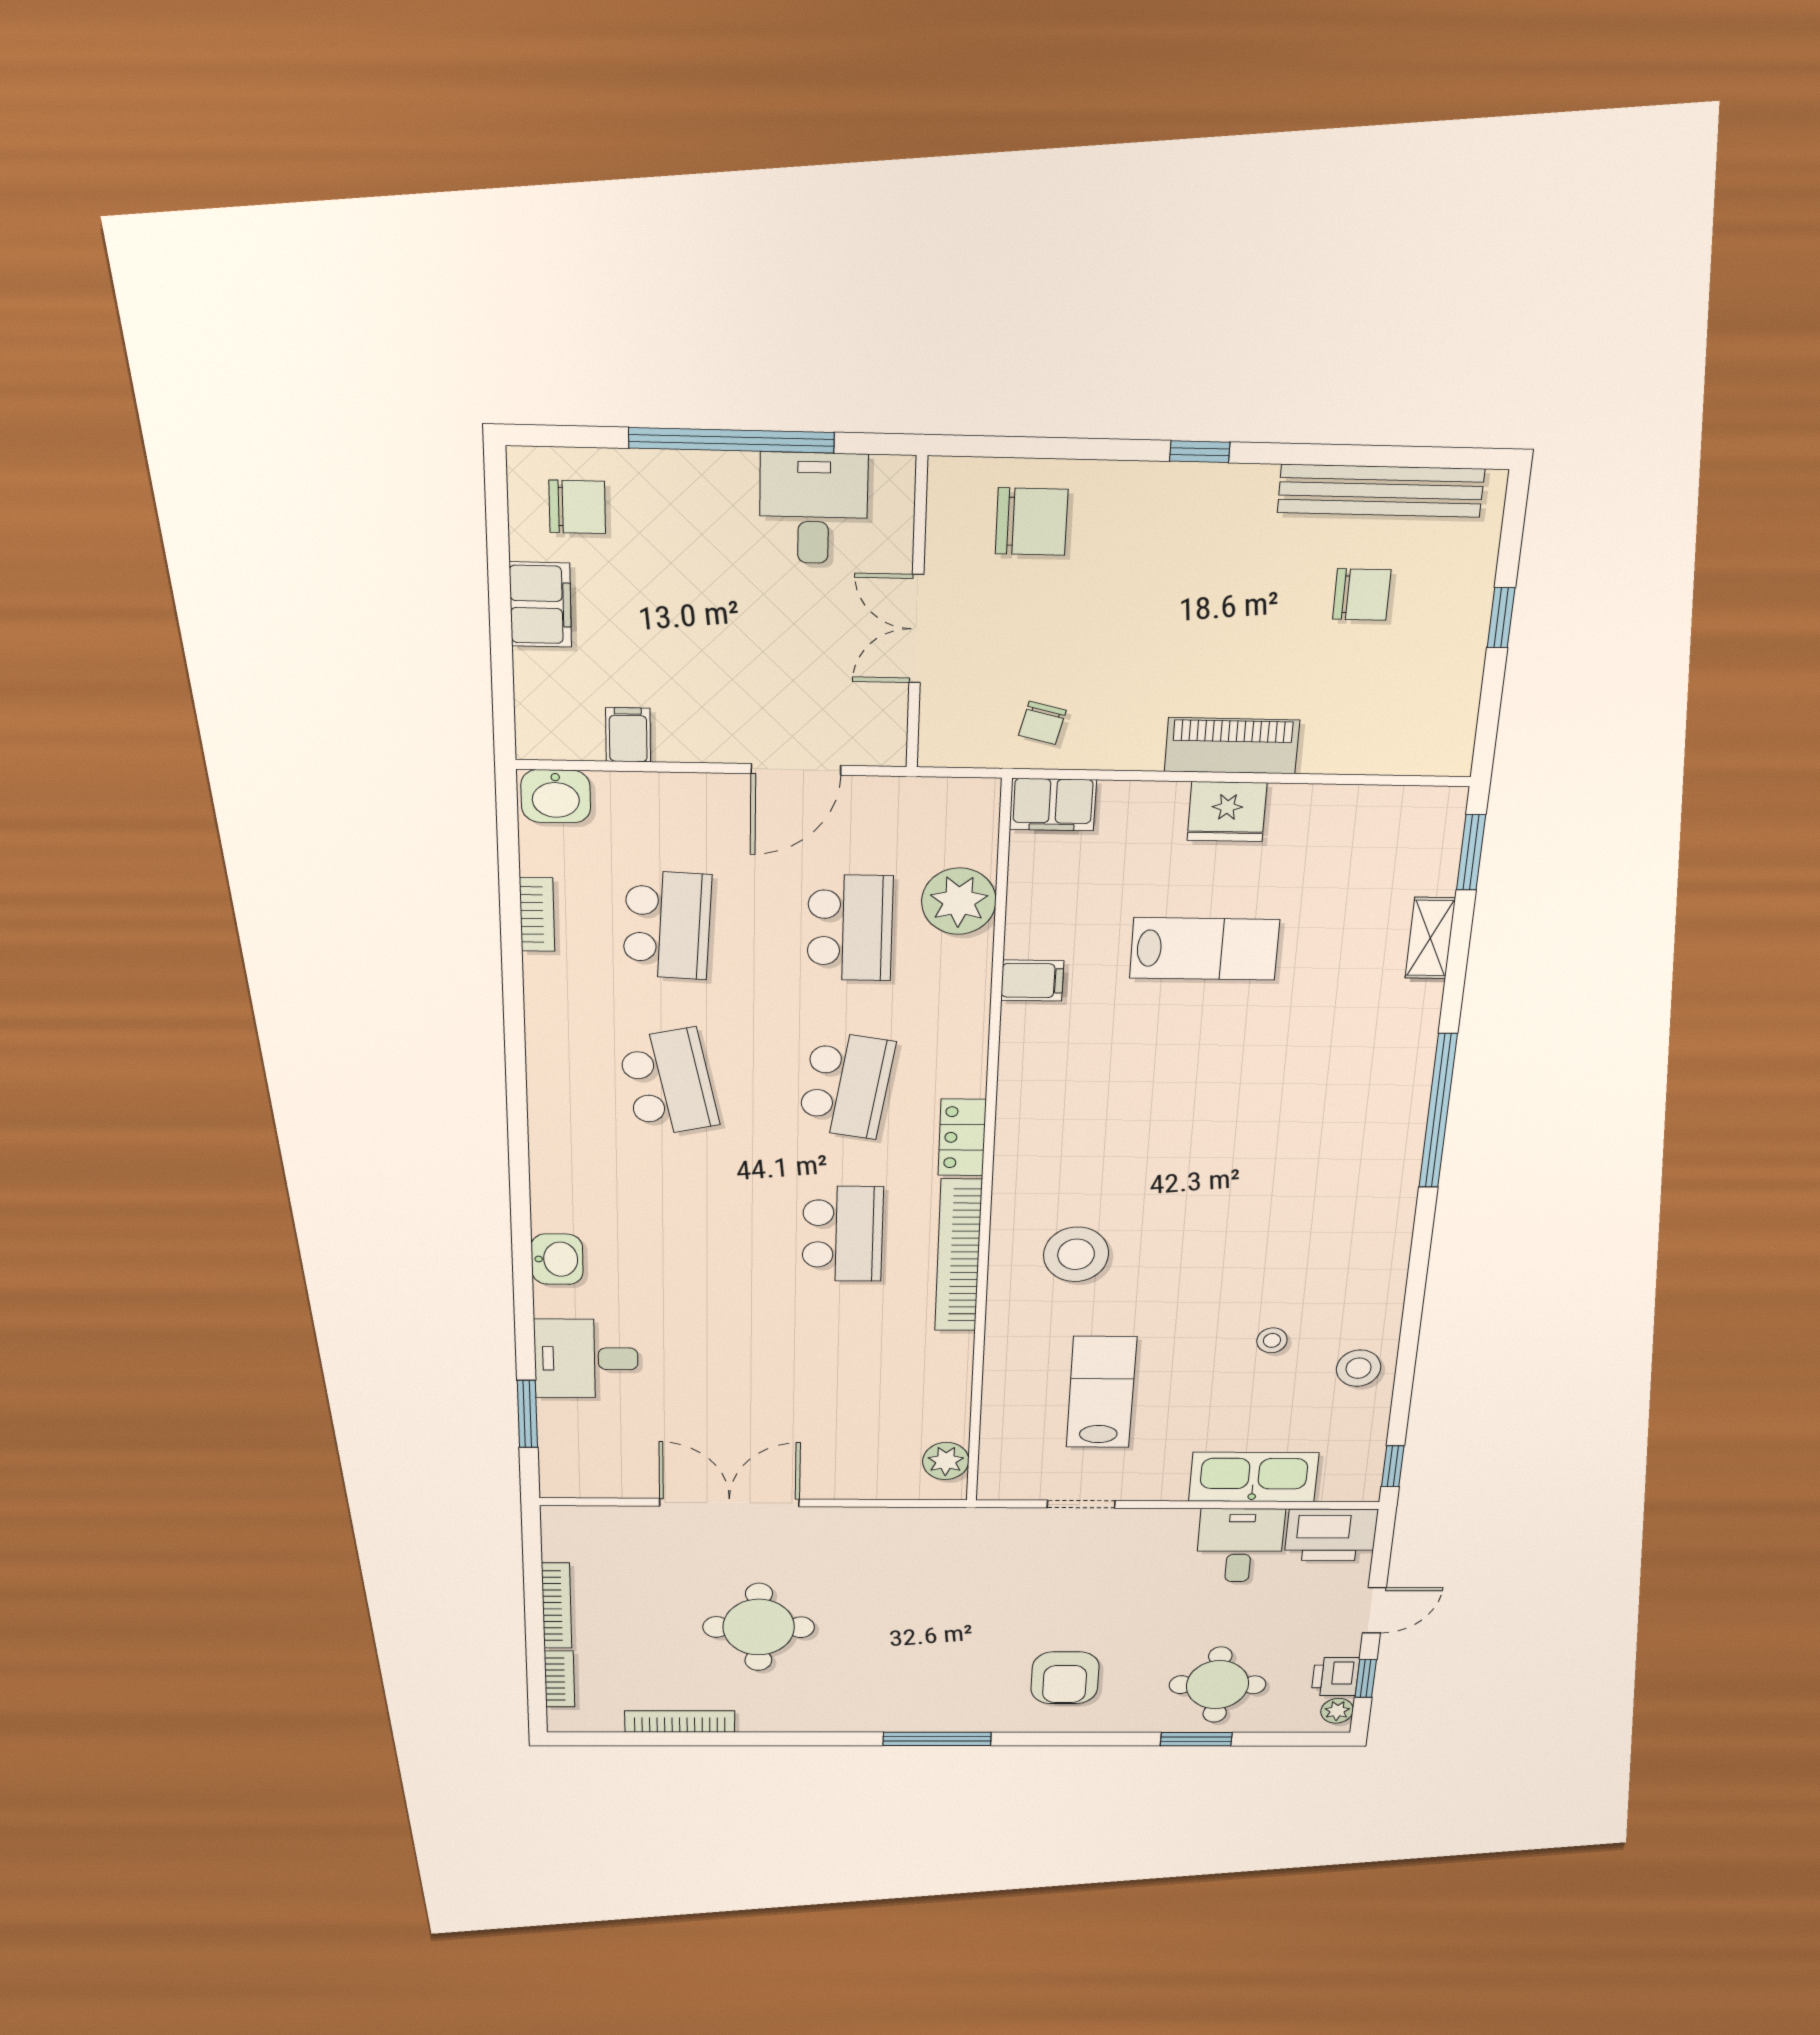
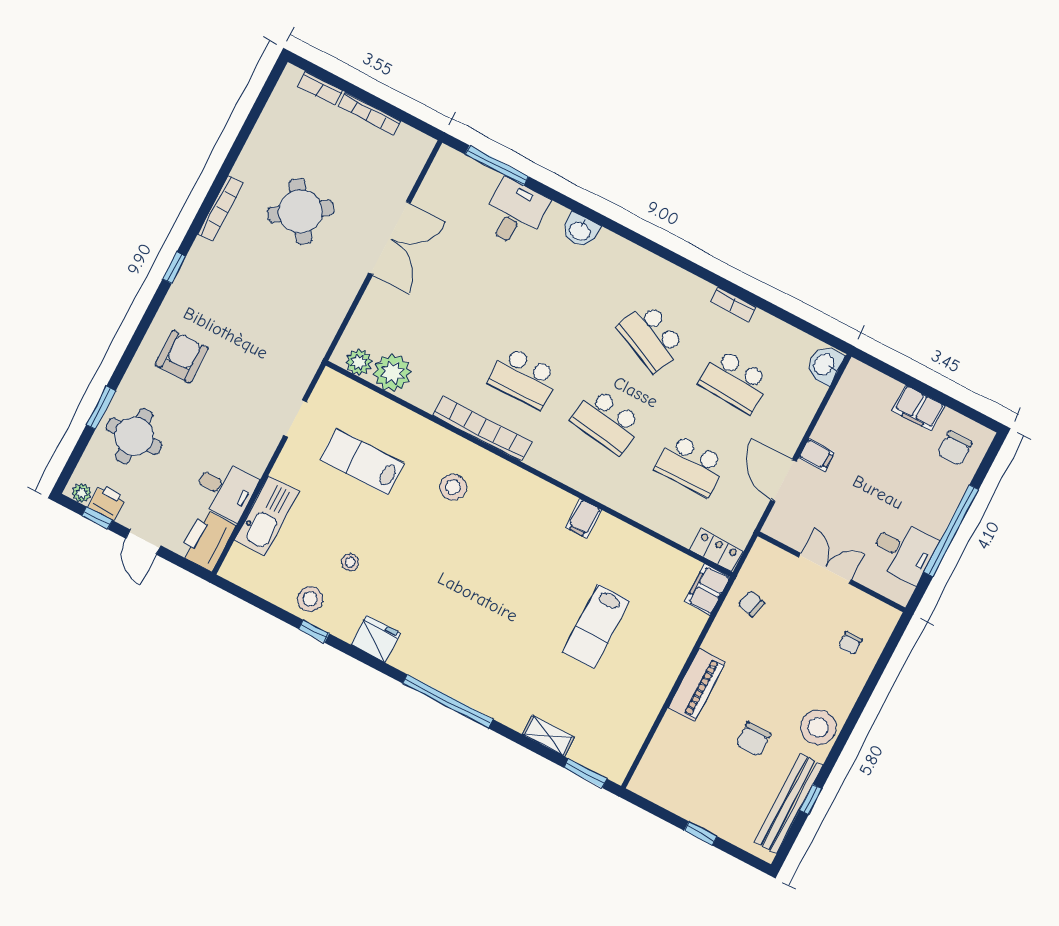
window: (1200, 452) -> (811, 800), moved
stool: (1214, 505) -> (818, 727), added
chair: (1032, 522) -> (850, 643), width x0.54, depth x0.54
chair: (1362, 595) -> (753, 739), moved
filing cabinet: (628, 735) -> (817, 455), moved
fridge: (1227, 812) -> (376, 639), moved, turned 90
plant: (959, 901) -> (392, 373), moved
bookcase: (537, 914) -> (733, 304), moved
filing cabinet: (1032, 981) -> (584, 518), moved
school desk: (668, 1083) -> (651, 337), turned 36
locker: (962, 1137) -> (716, 550), moved
stool: (1076, 1254) -> (453, 487), width x0.73, depth x0.73
lab bench: (1101, 1392) -> (362, 462), turned 180
window: (527, 1414) -> (497, 165), width x1.44
window: (1393, 1466) -> (314, 631), moved
round table: (759, 1627) -> (300, 211), turned -35
armchair: (1065, 1678) -> (182, 357), turned 90
bookcase: (680, 1721) -> (221, 208), moved
window: (937, 1739) -> (174, 268), width x0.46

